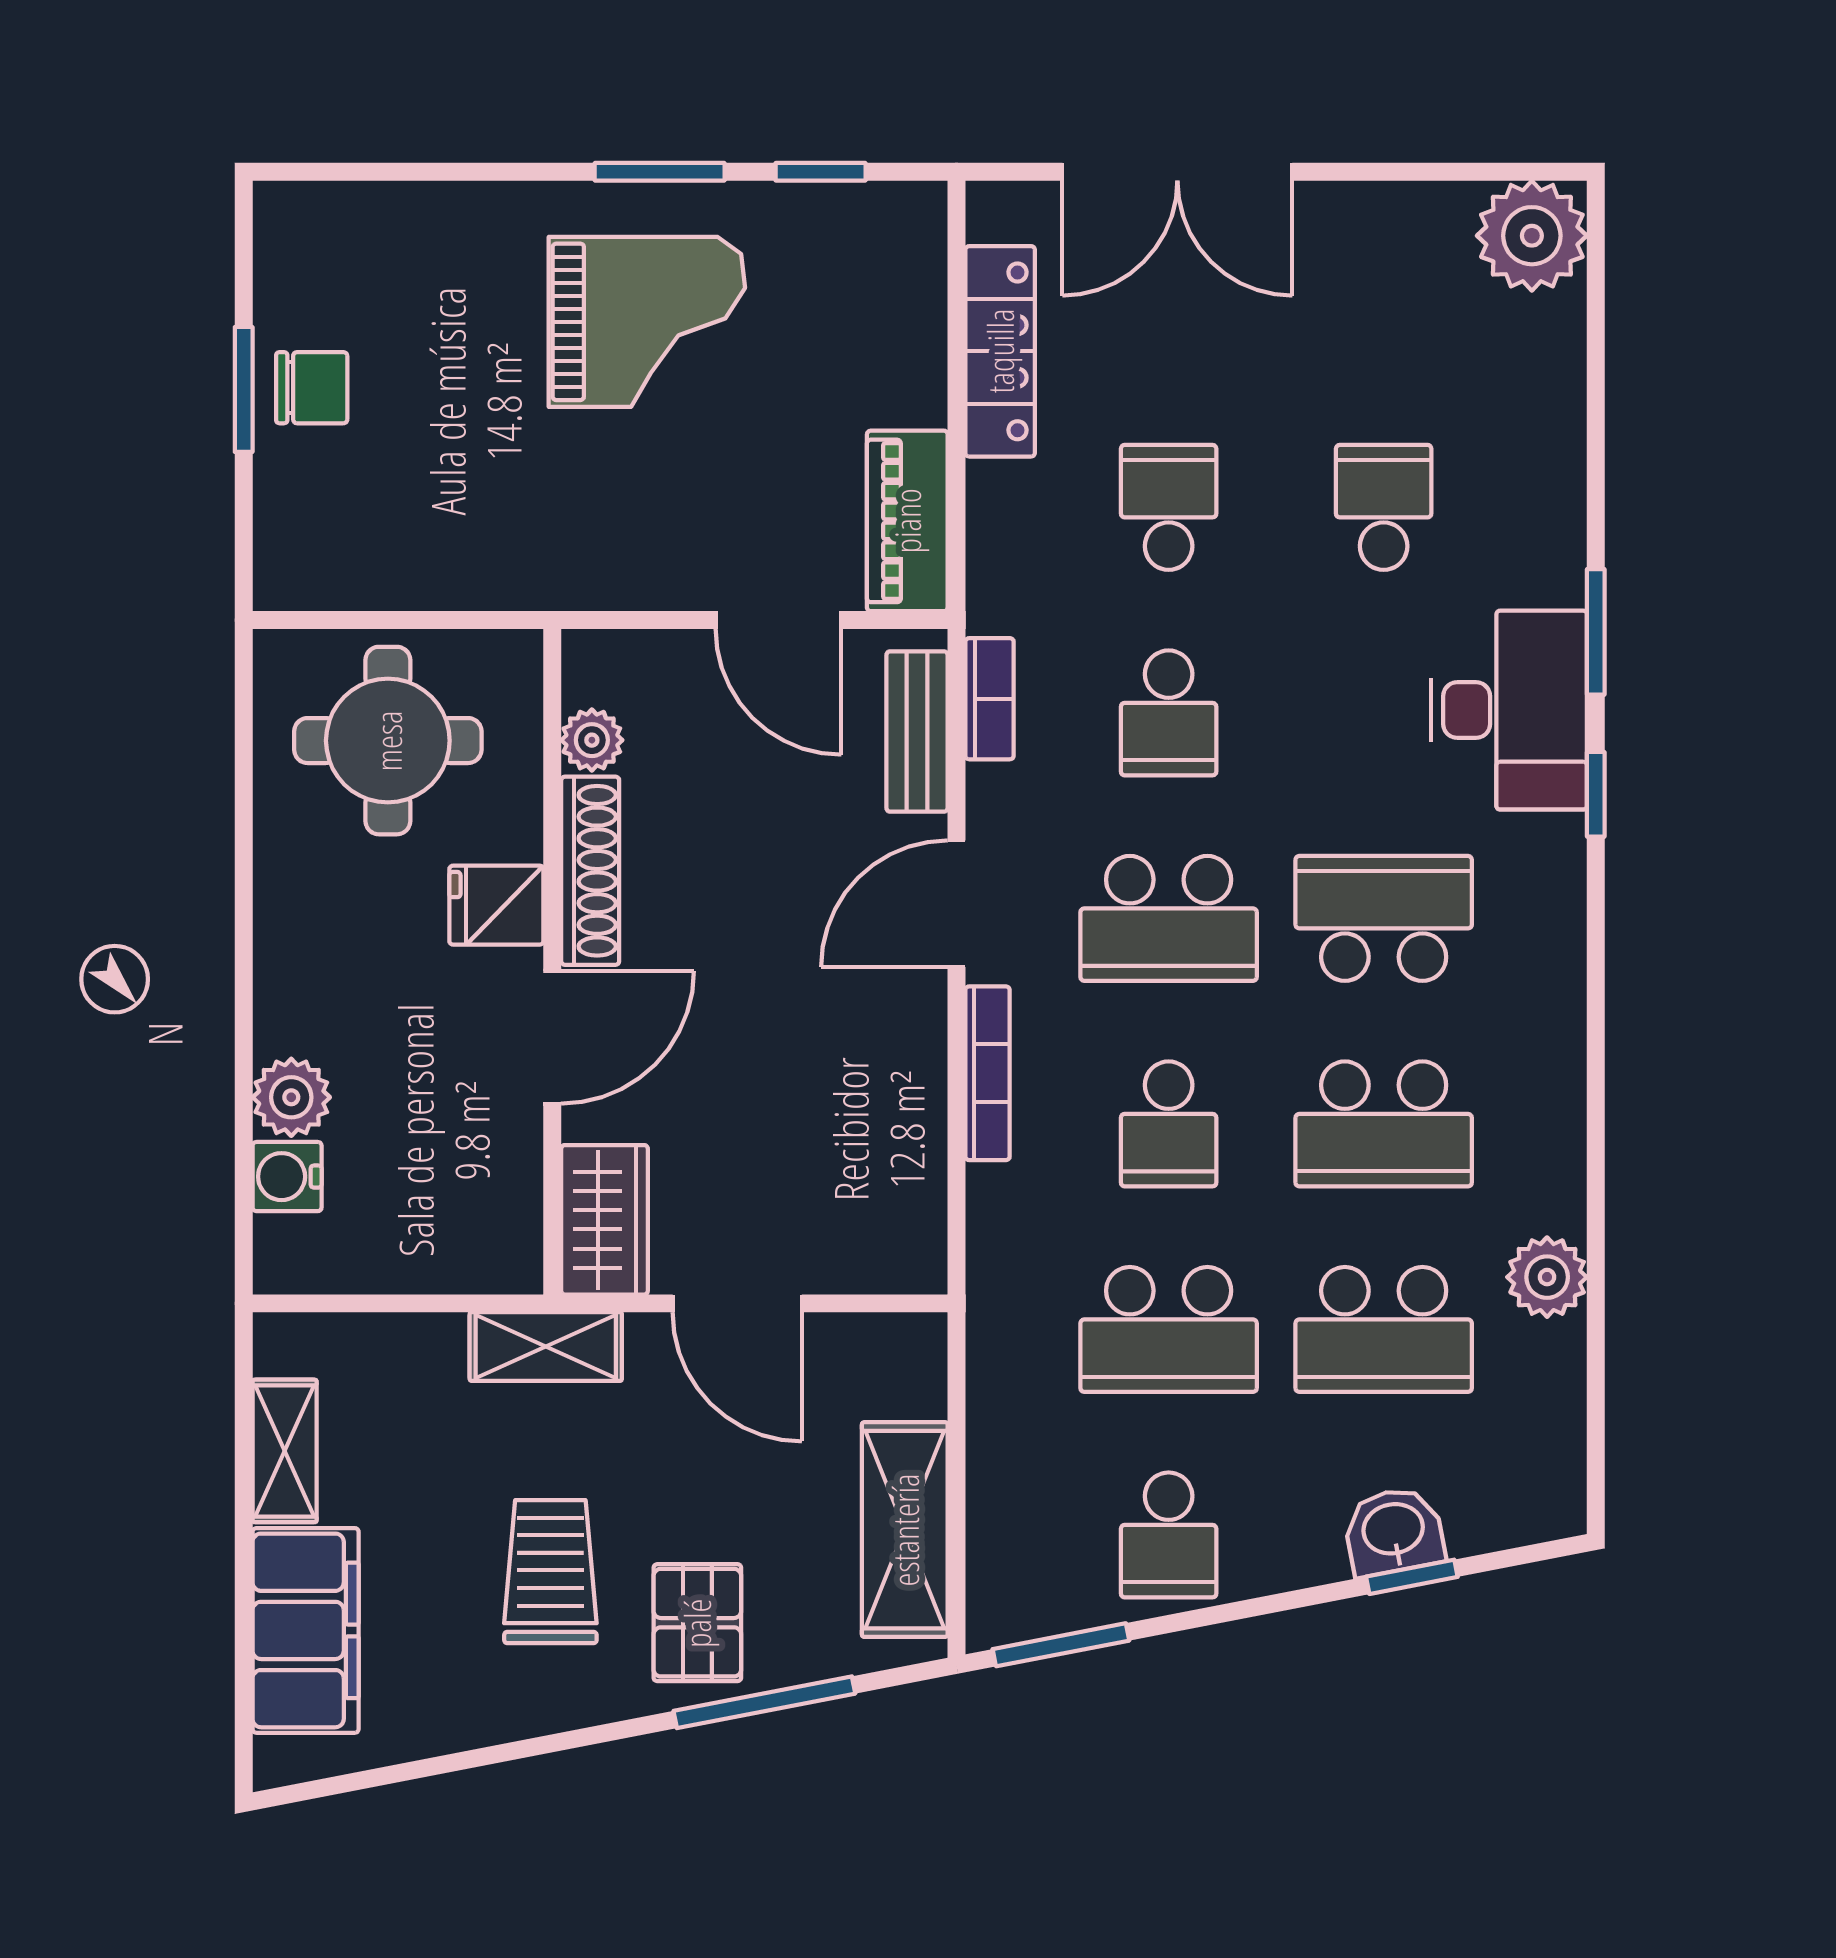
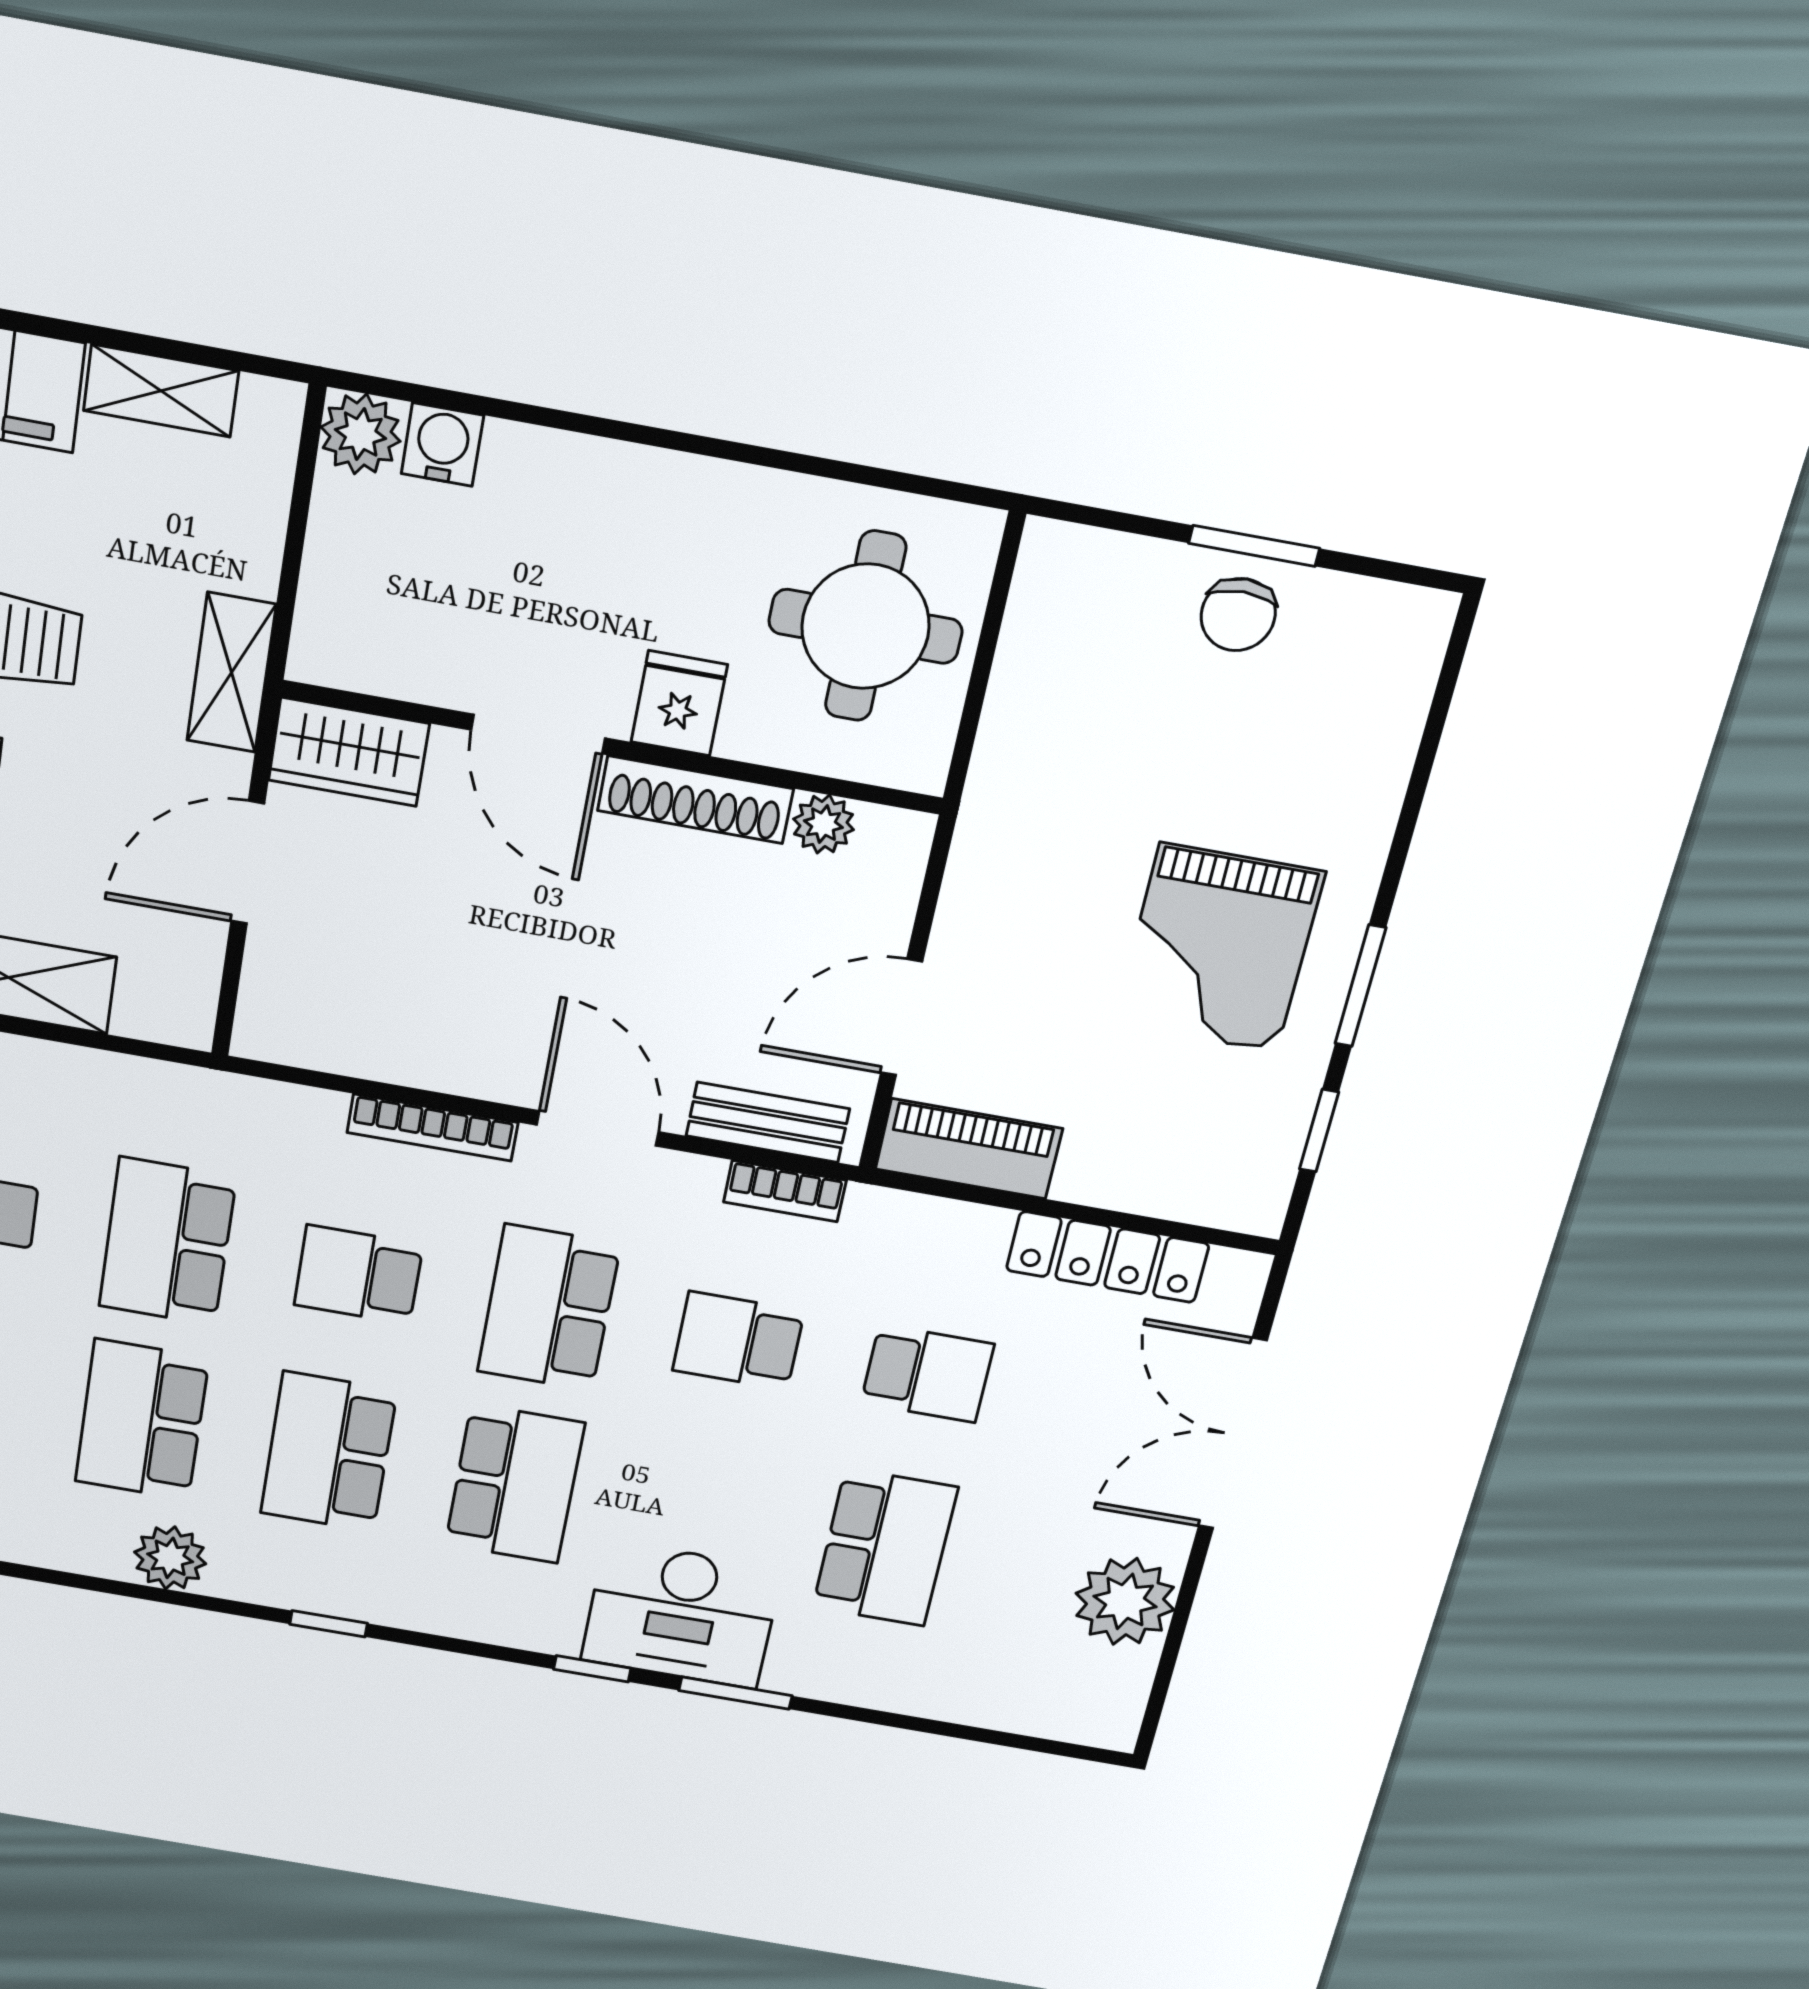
plant: (1532, 236) -> (1125, 1602), moved
school desk: (1384, 507) -> (885, 1548), width x1.85
window: (1596, 1092) -> (329, 1624), added
plant: (291, 1097) -> (361, 434), moved

